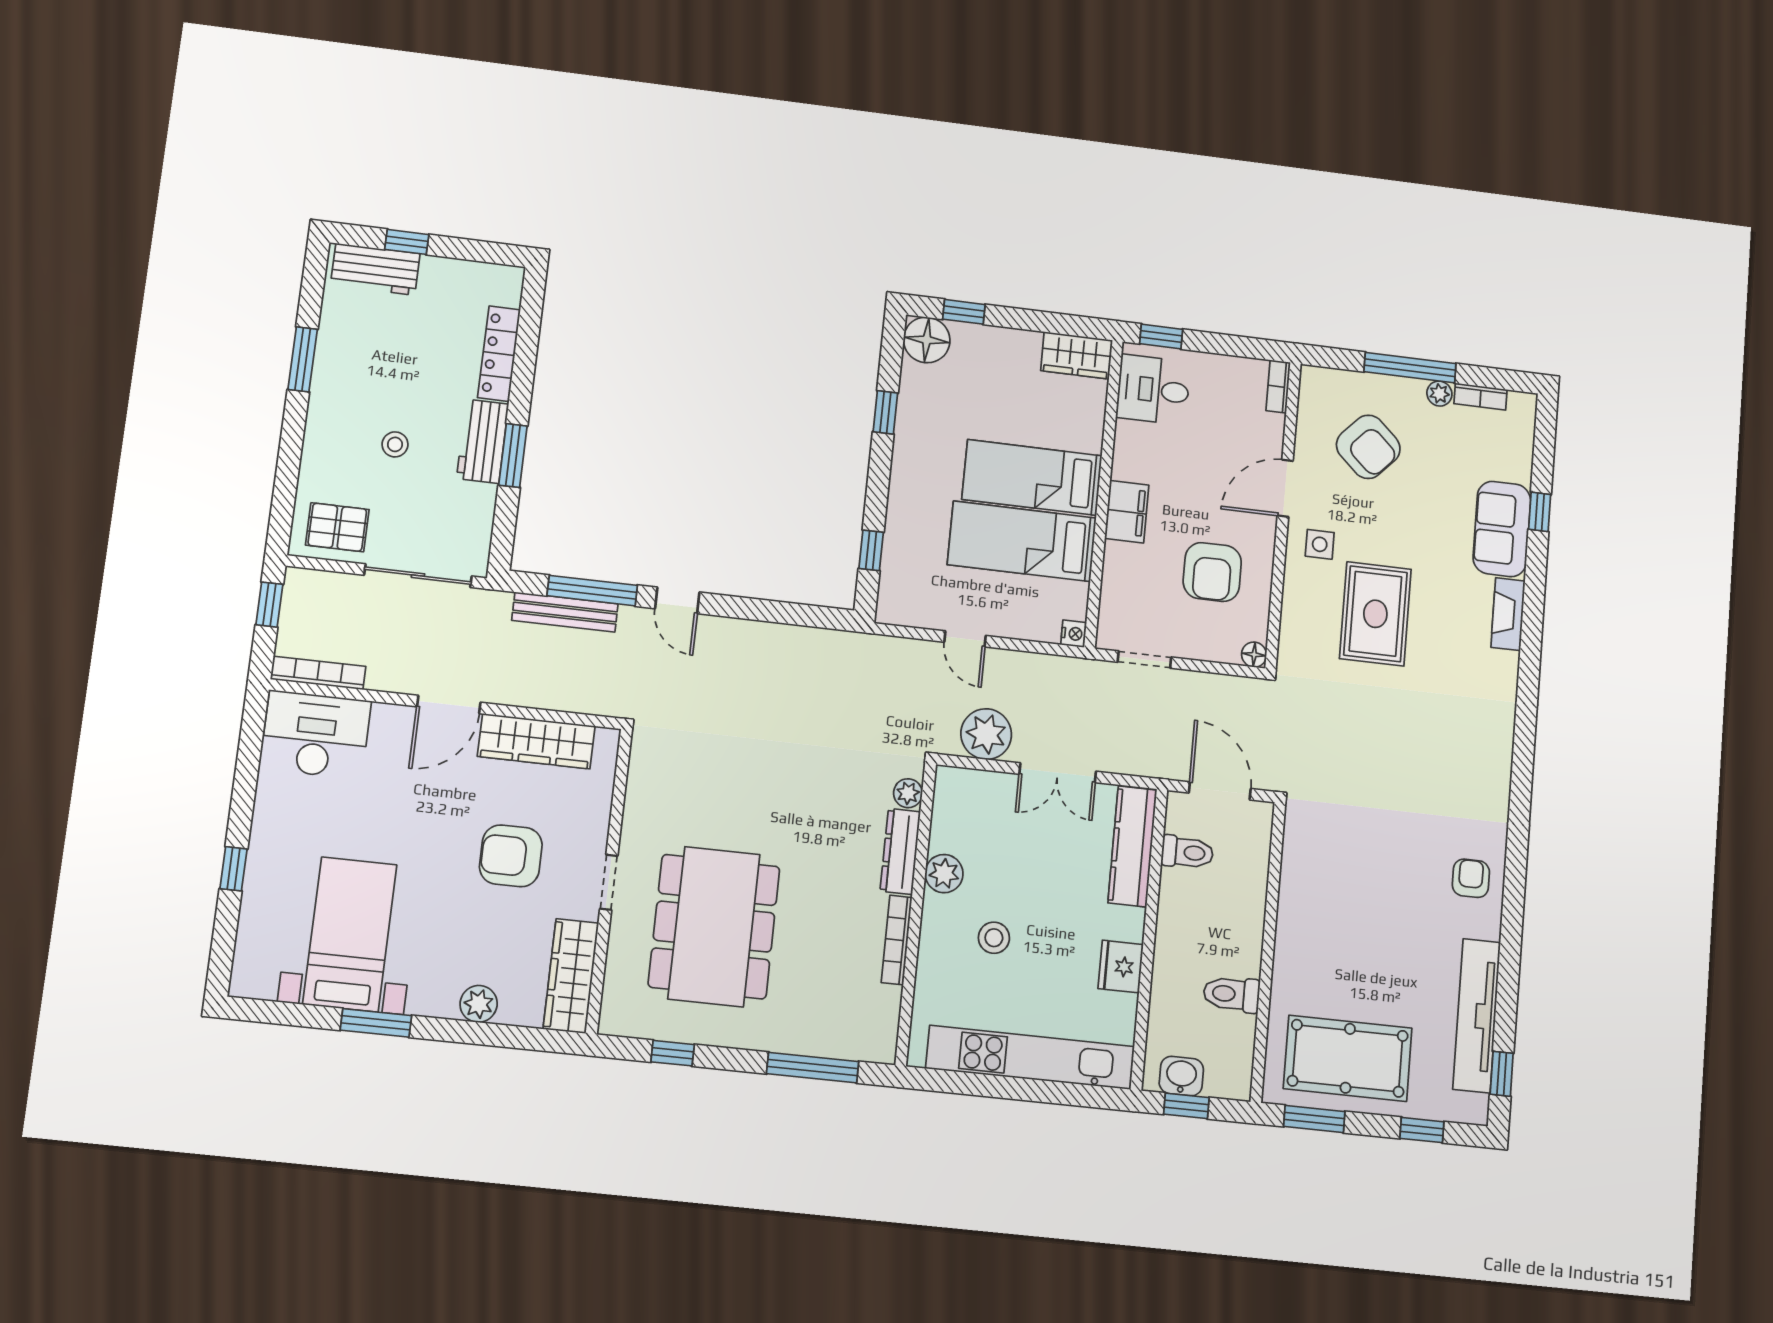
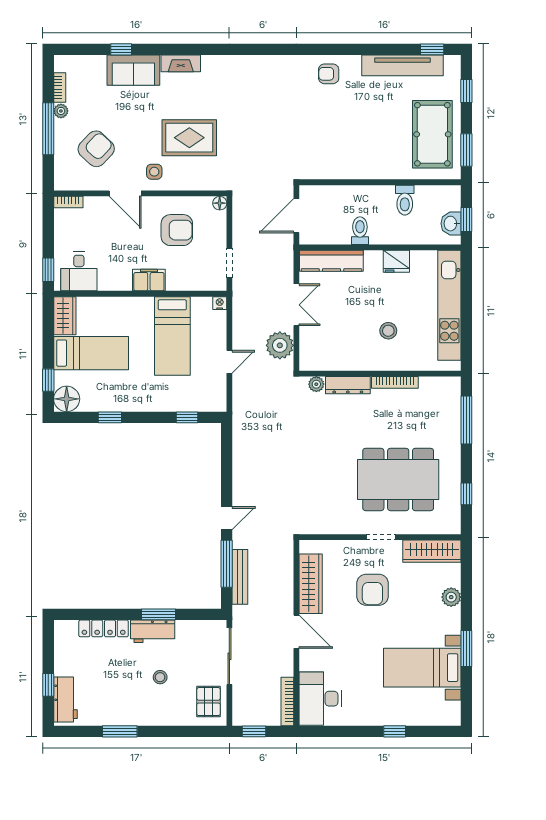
bed: (1032, 477) -> (91, 353), moved, turned -90
toilet: (1187, 852) -> (360, 231), moved
plant: (944, 874) -> (357, 361), removed

